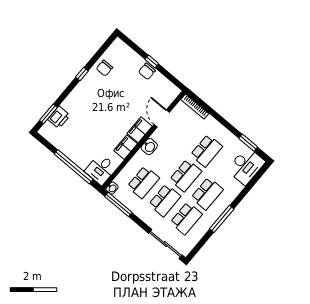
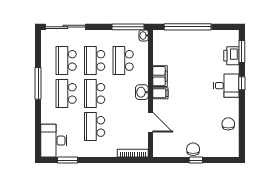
window: (82, 74) -> (242, 83), moved
filing cabinet: (140, 130) -> (160, 93), width x0.50
desk: (101, 169) -> (226, 86), moved, turned 90

